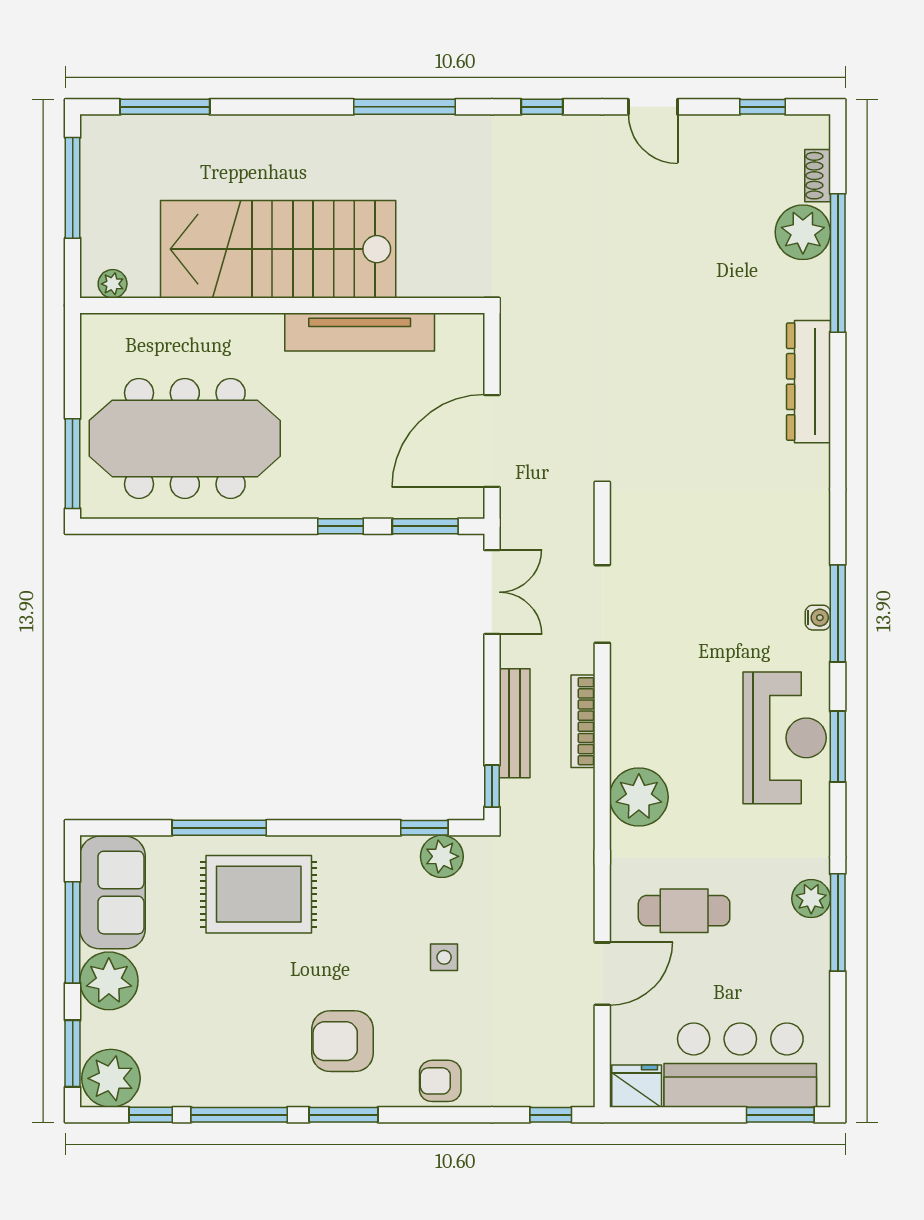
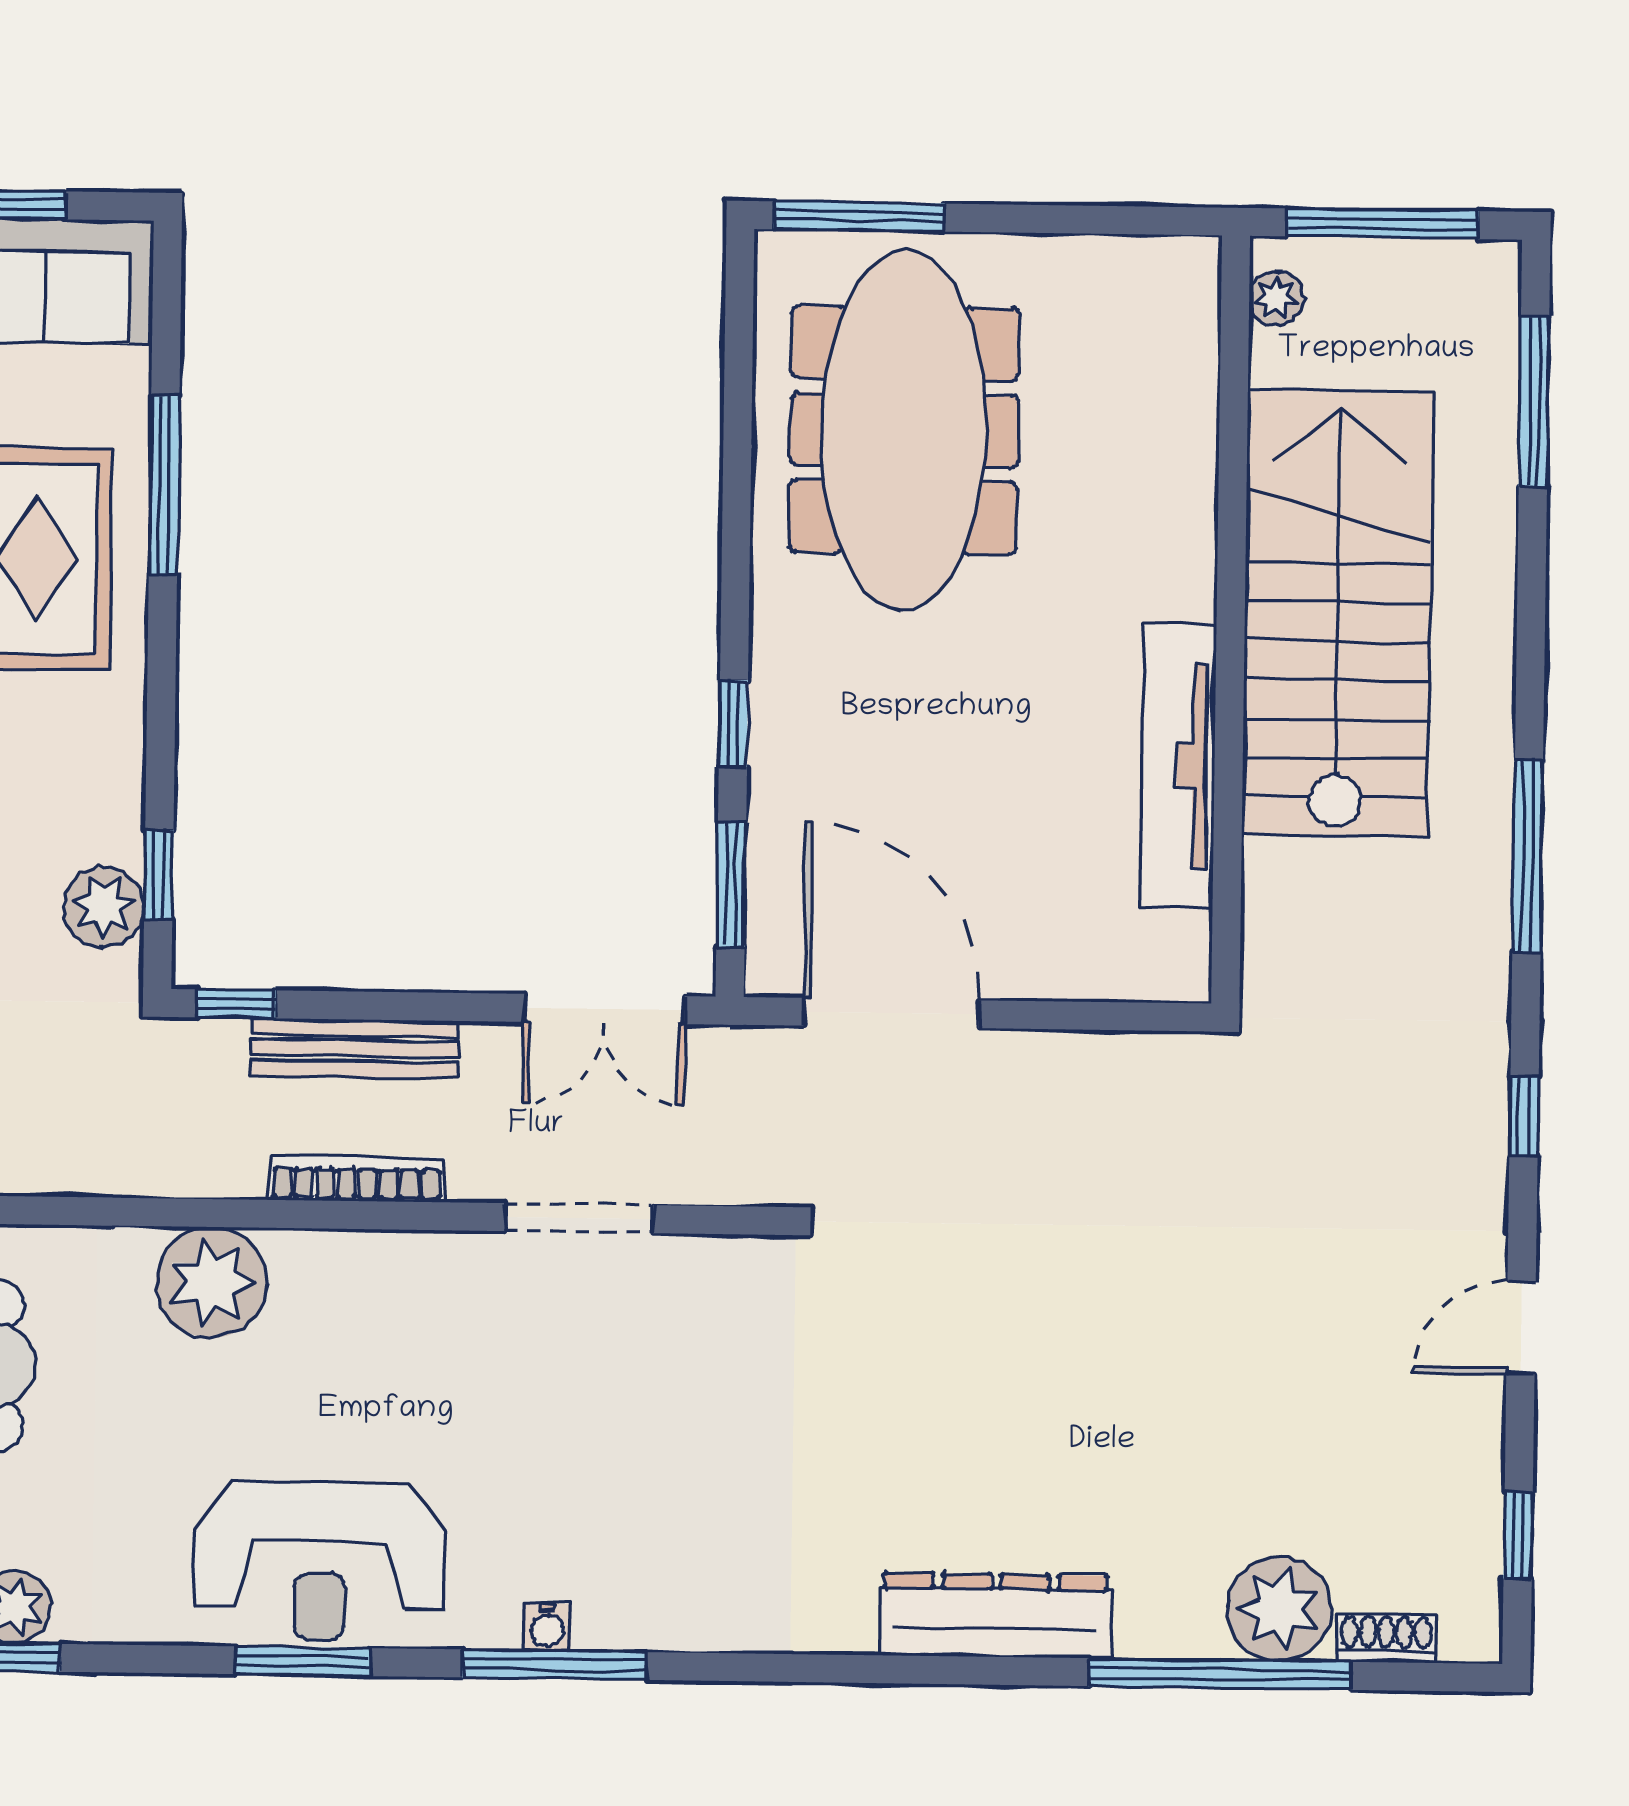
stairs: (278, 249) -> (1338, 613), moved
plant: (113, 284) -> (1276, 298), moved
wall: (282, 305) -> (1231, 620), moved
tv unit: (360, 332) -> (1178, 766), moved

